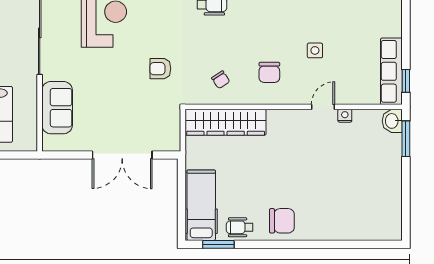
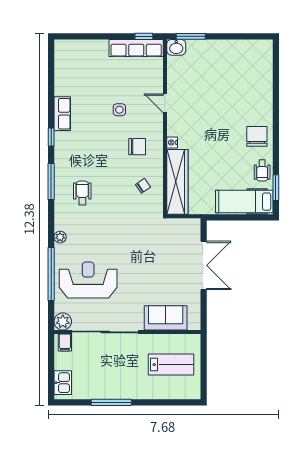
armchair: (160, 69) -> (134, 235), removed
nightstand: (345, 116) -> (172, 142), moved

